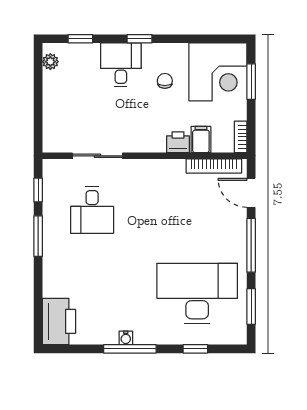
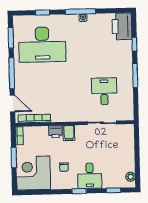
window: (251, 82) -> (14, 158), moved
filing cabinet: (201, 140) -> (69, 133), moved
window: (38, 190) -> (134, 44), moved

